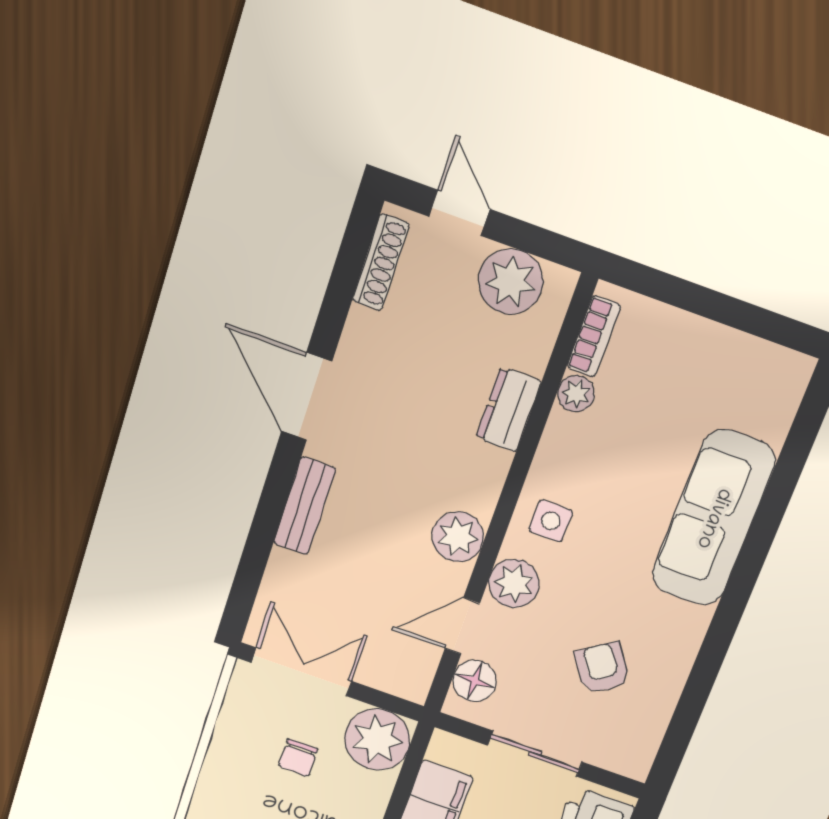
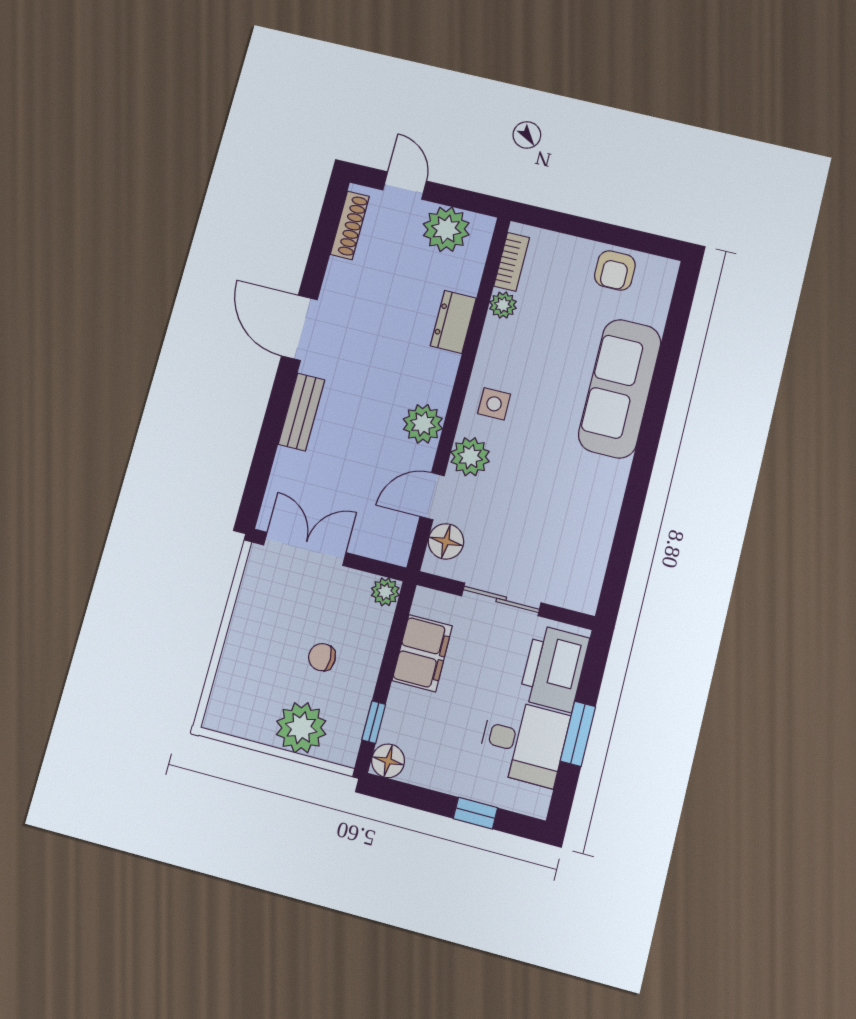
armchair: (602, 668) -> (615, 270), moved, turned -145
plant: (377, 739) -> (385, 592), width x0.53, depth x0.53
chair: (298, 758) -> (322, 657), moved, turned 90

